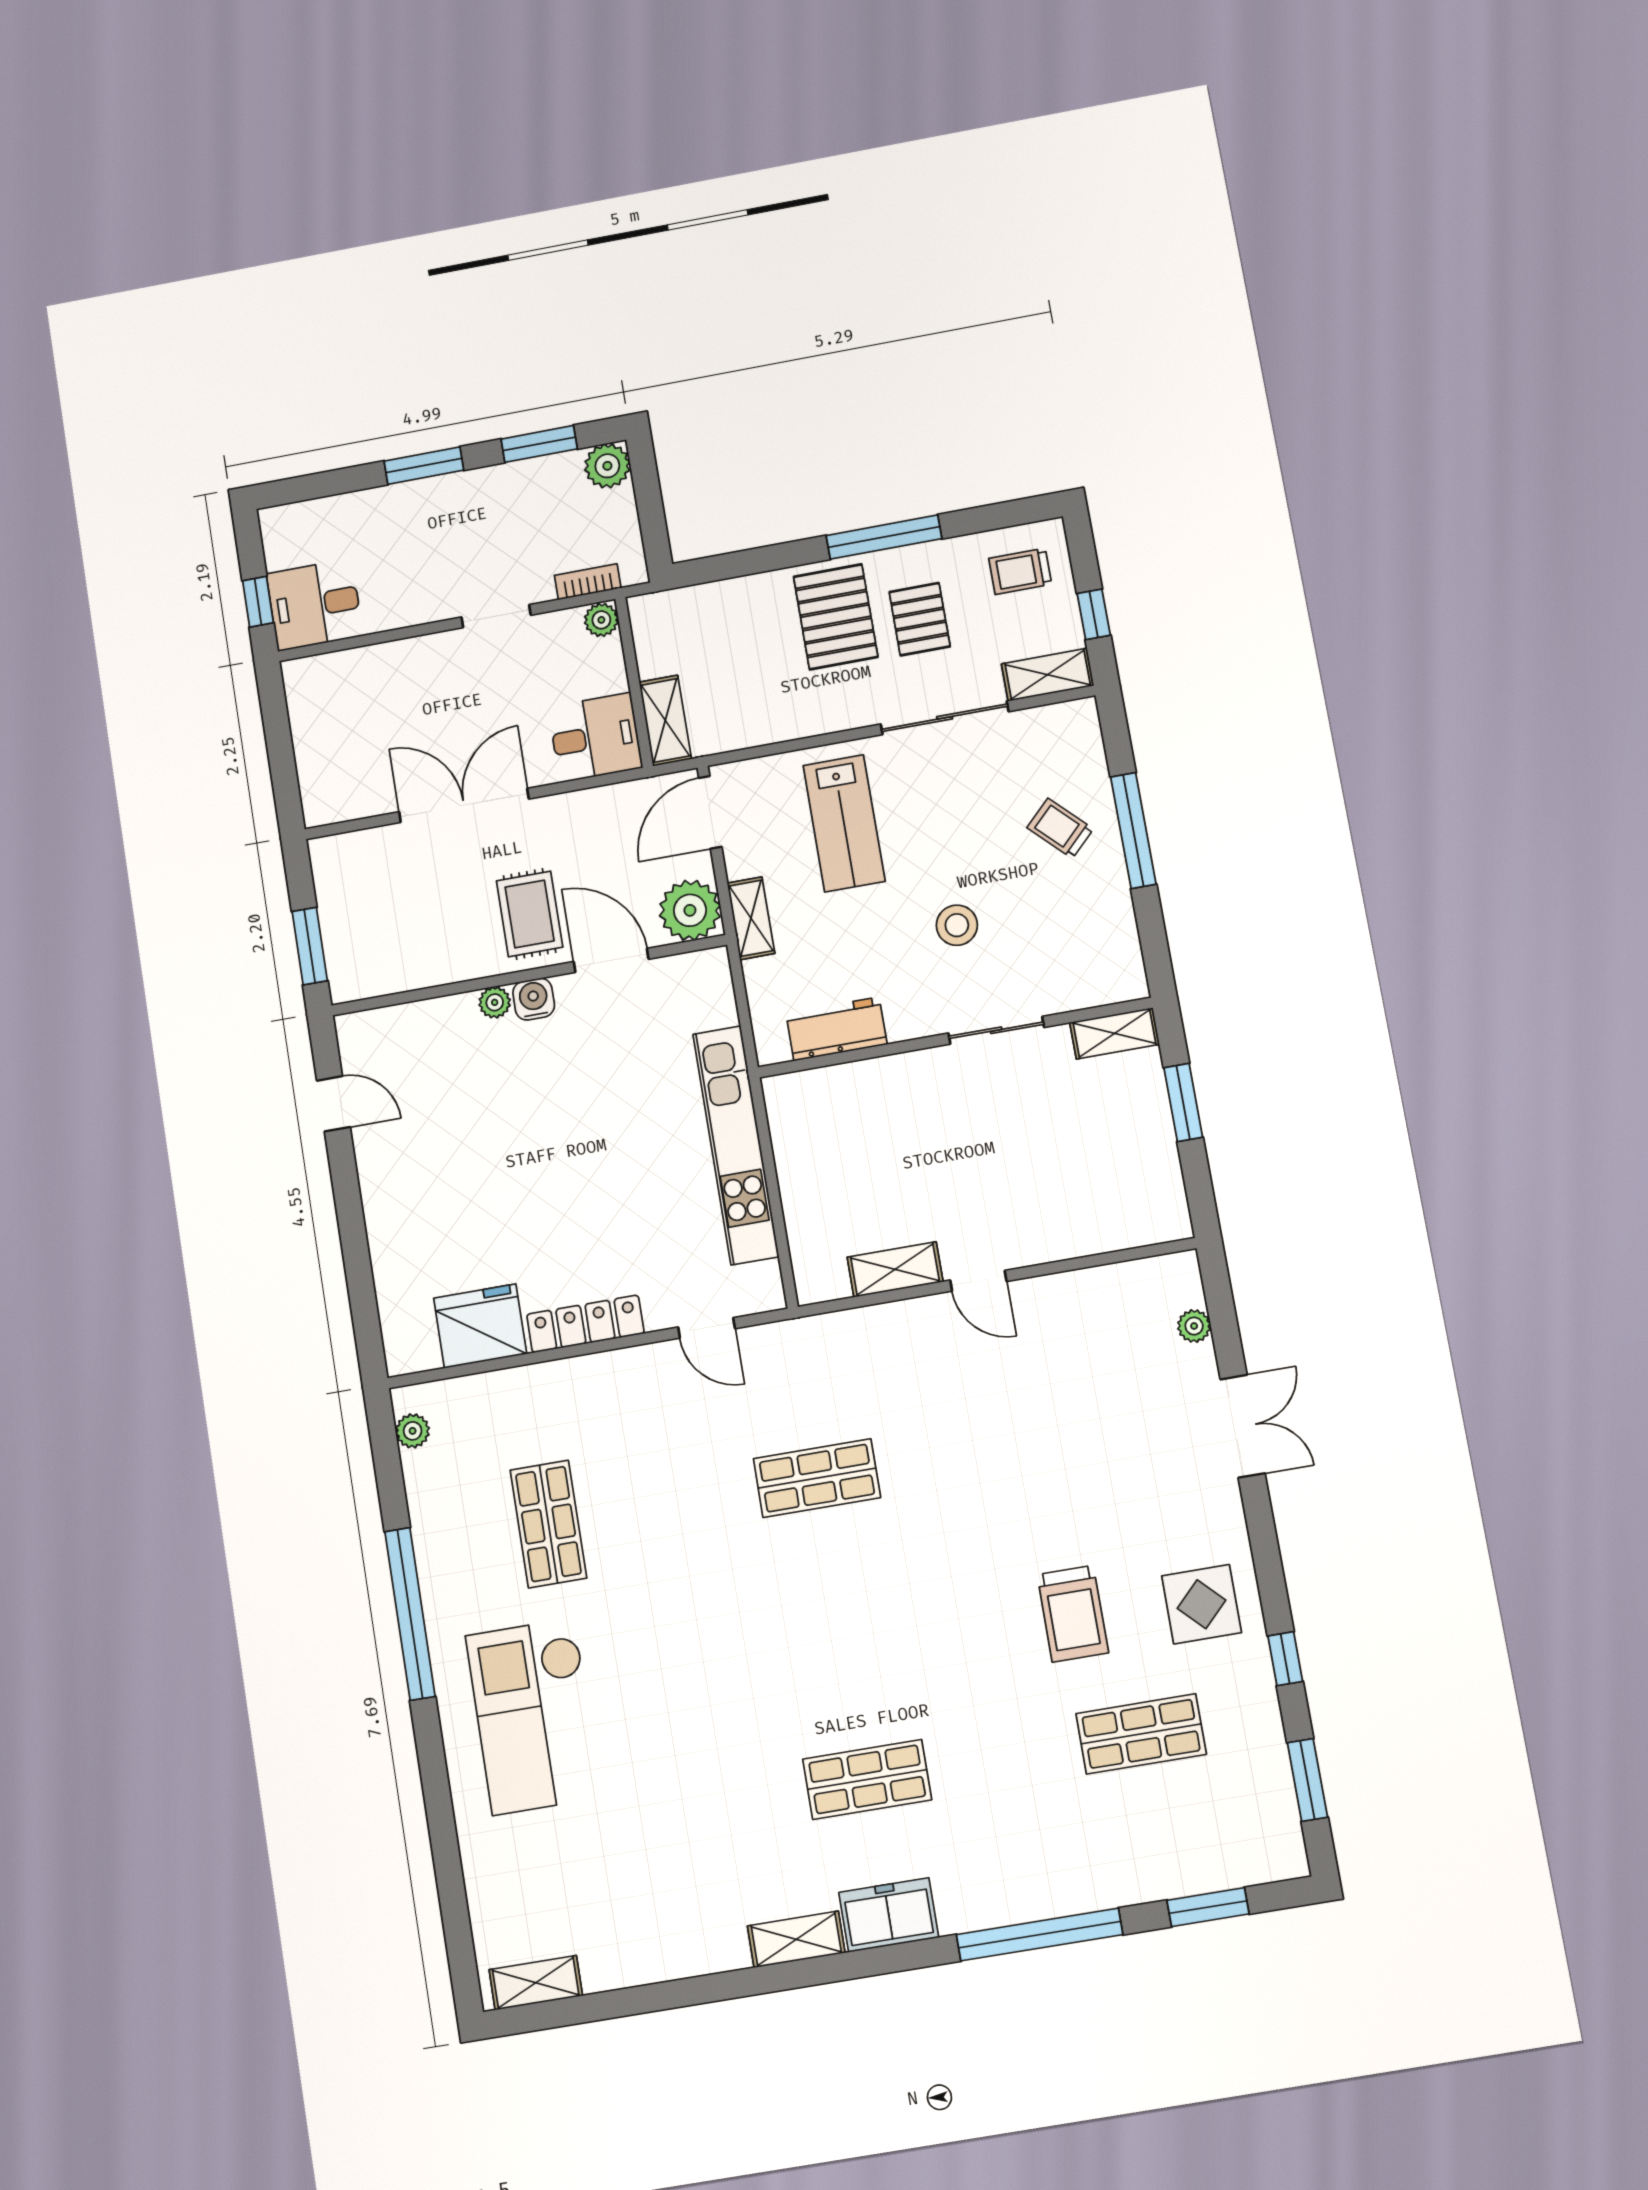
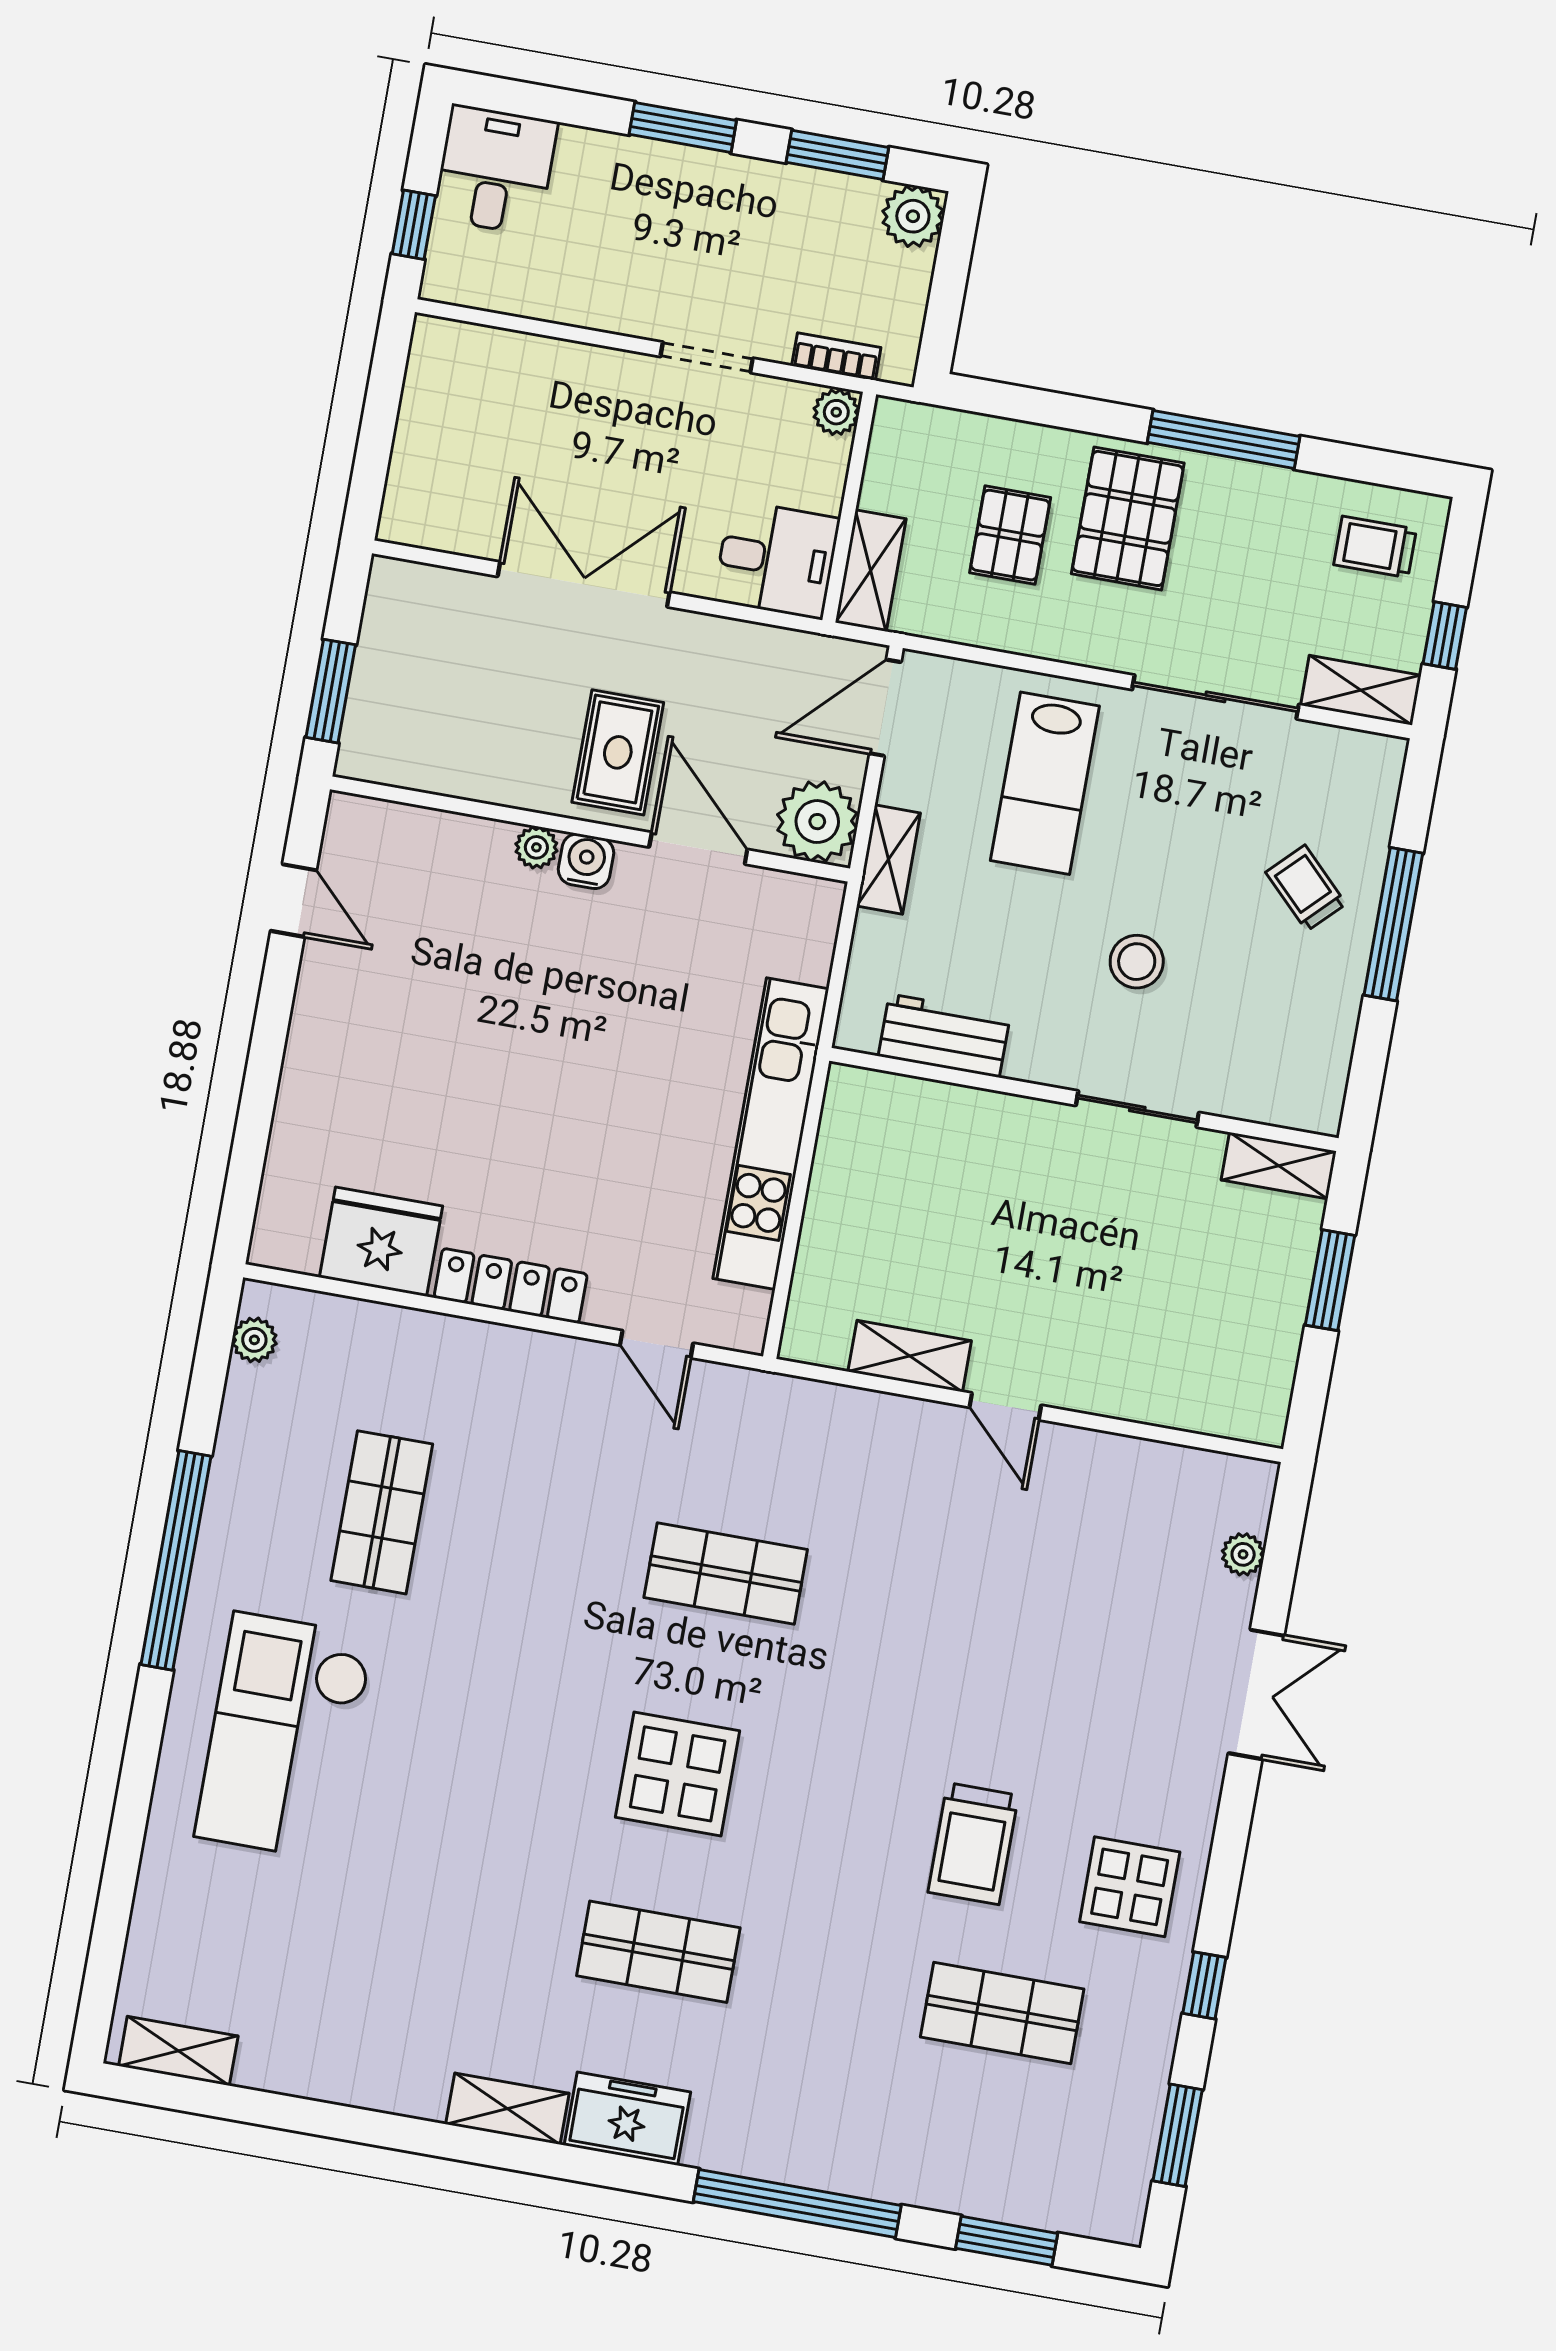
desk: (315, 605) -> (495, 170), moved, turned 90
pallet: (920, 619) -> (1010, 535), moved
display table: (834, 1640) -> (678, 1774), added

